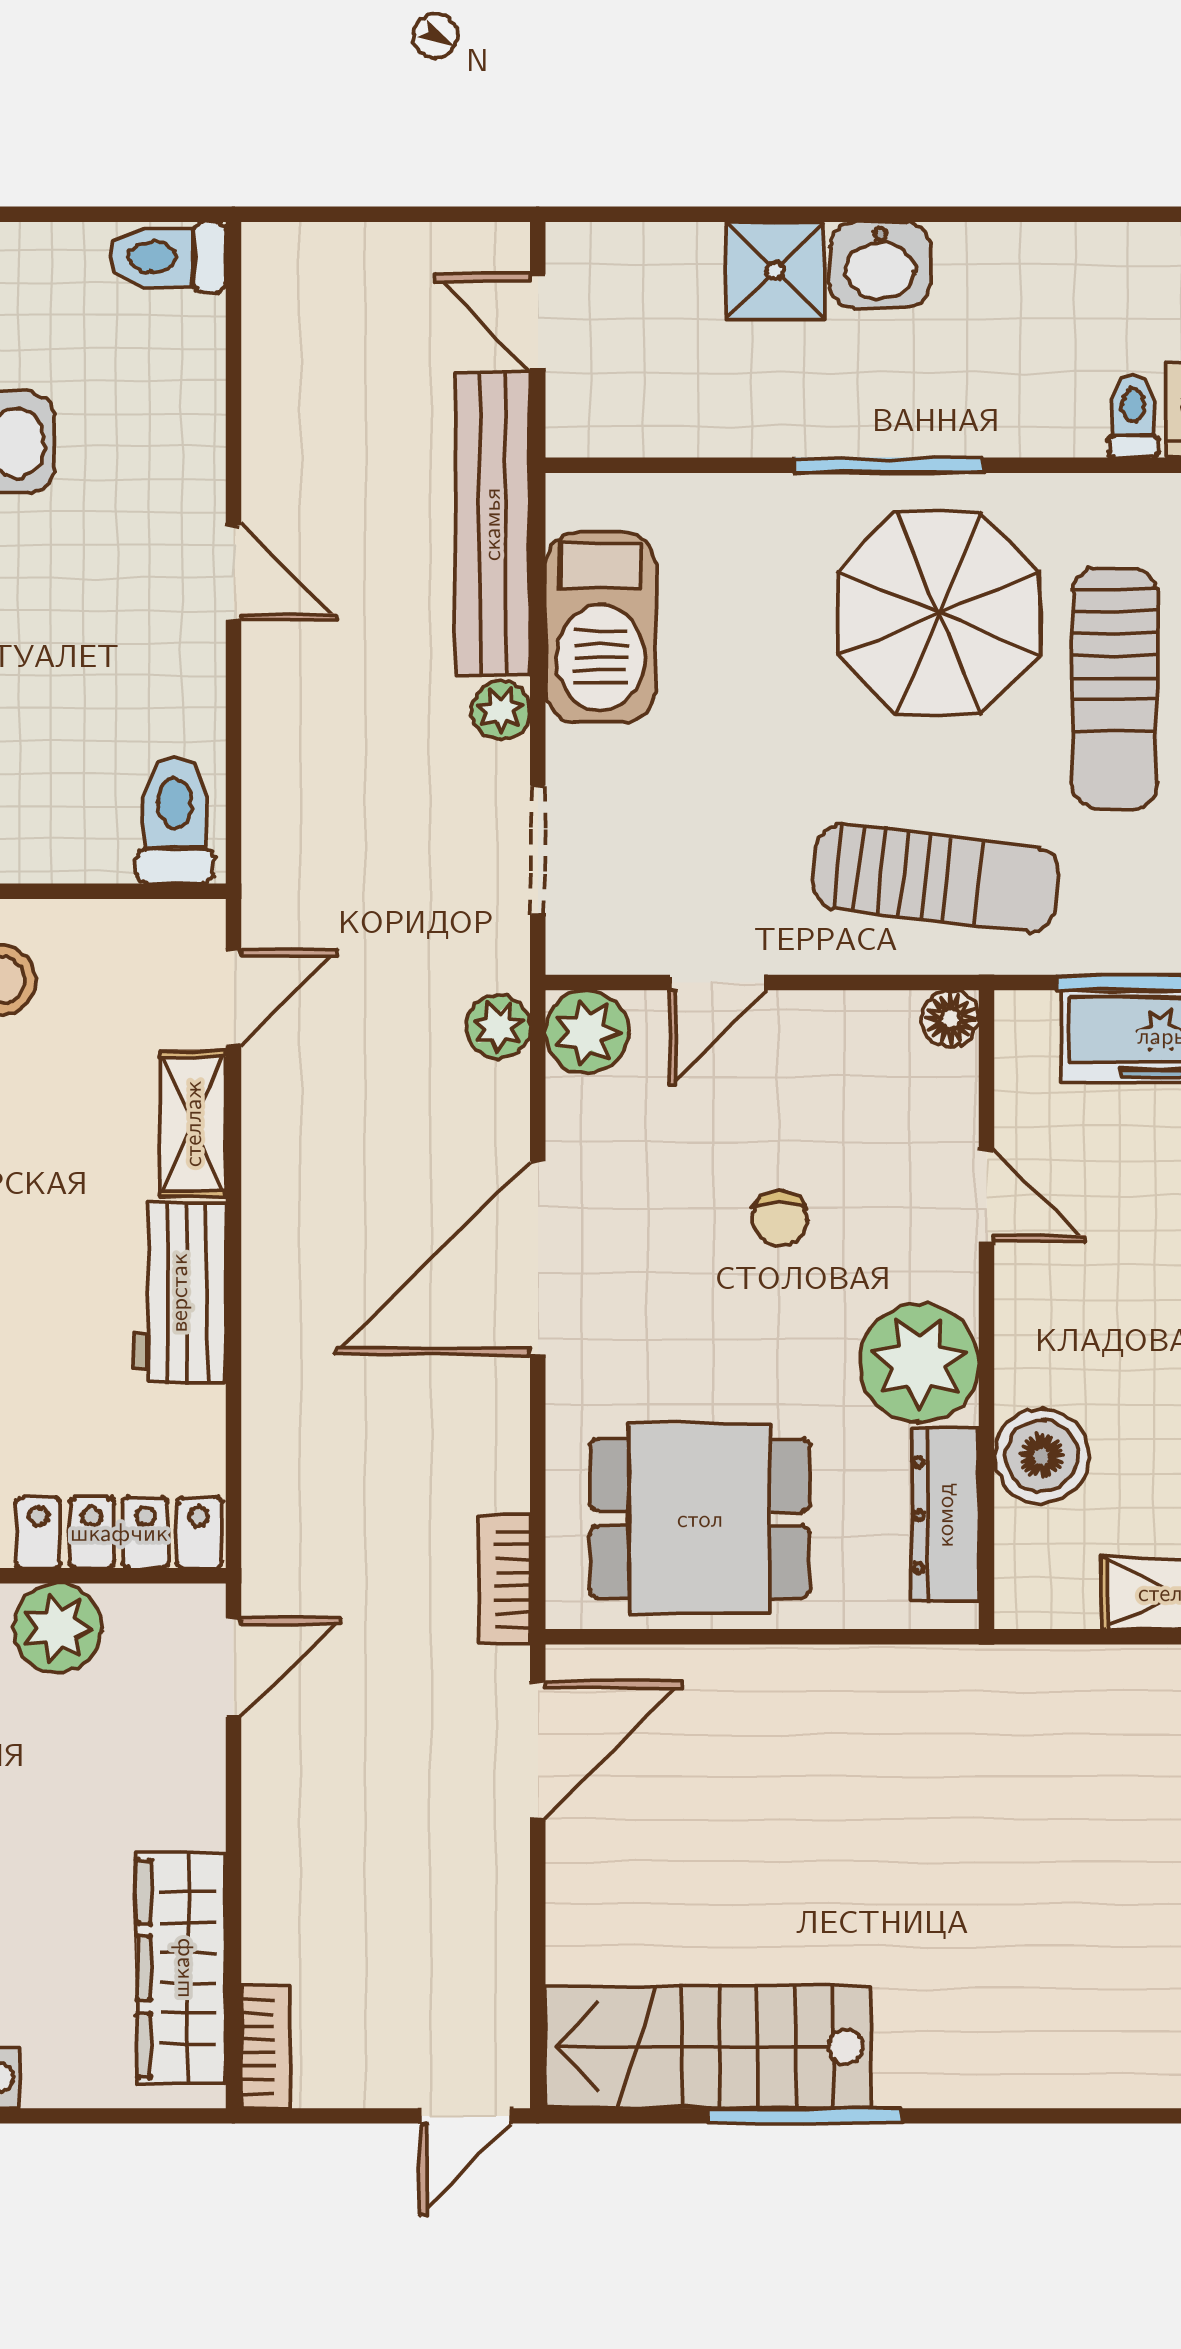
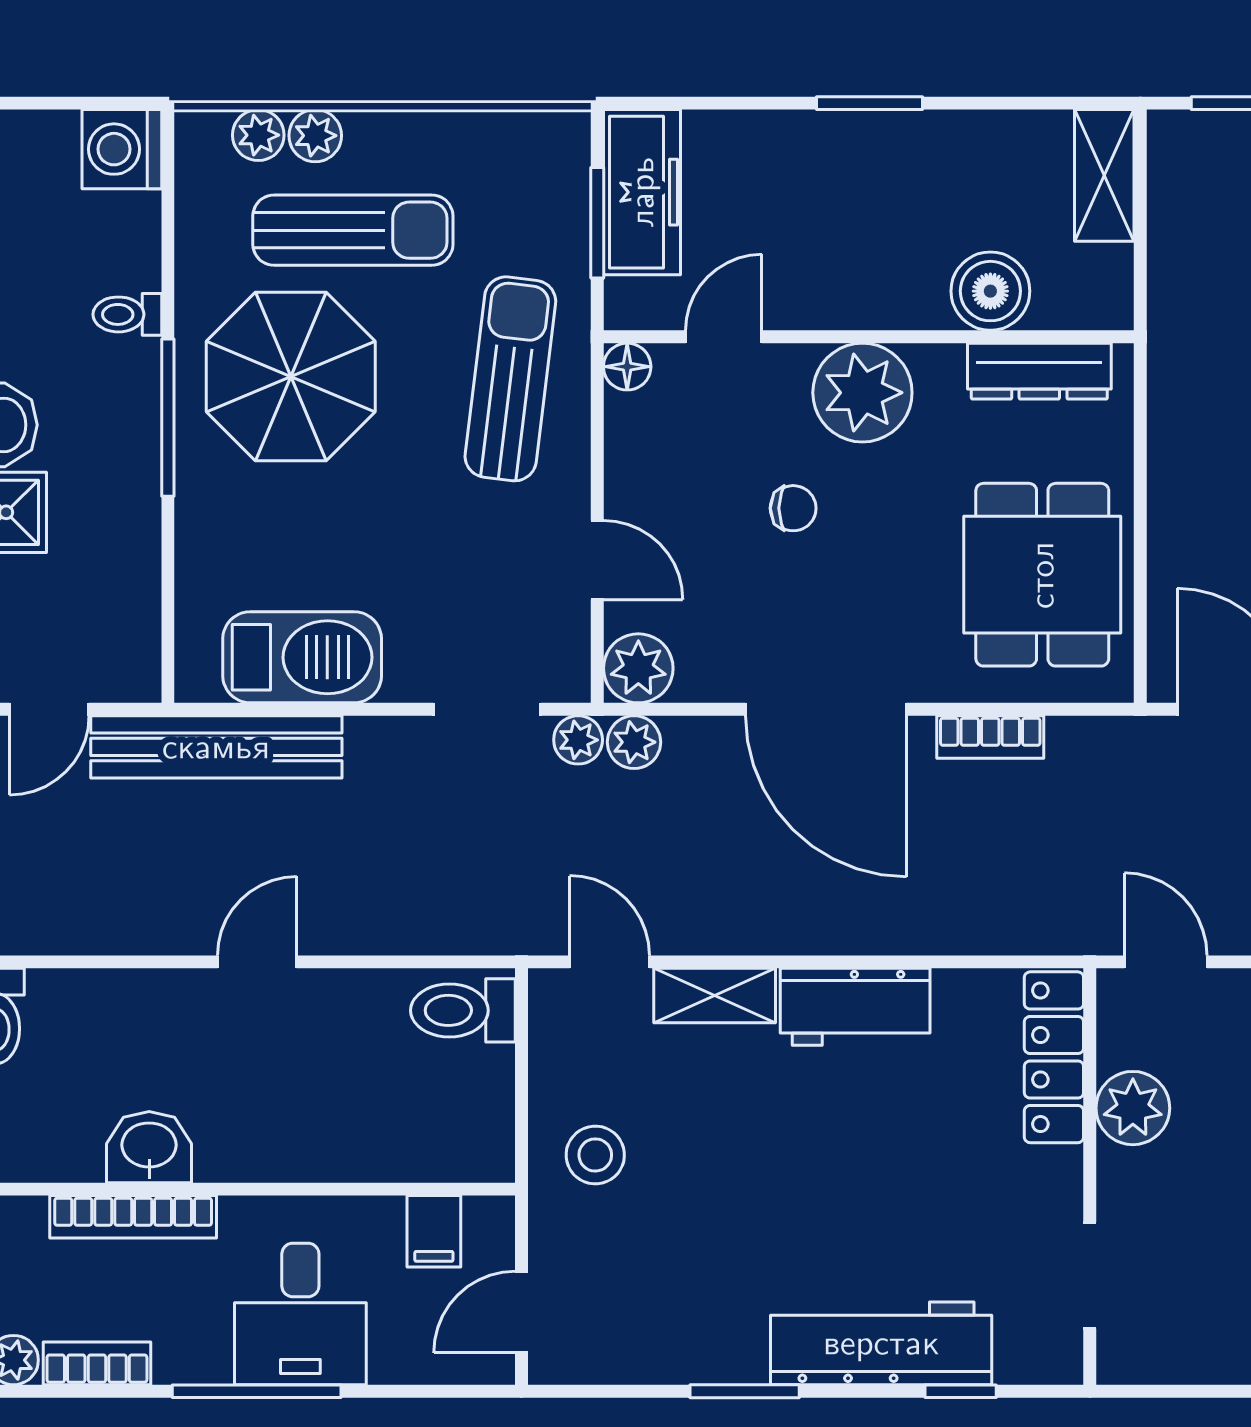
toilet: (1133, 417) -> (127, 314), moved
plant: (501, 710) -> (578, 740), moved
door: (986, 1196) -> (724, 337), moved
plant: (919, 1363) -> (862, 393), moved
bookcase: (504, 1579) -> (990, 737), moved

